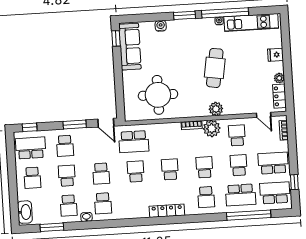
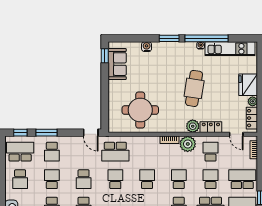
sofa: (130, 47) -> (117, 64), width x0.73
fridge: (275, 55) -> (248, 85), width x1.88, depth x1.34
locker: (236, 109) -> (211, 127), added
window: (75, 125) -> (46, 133), moved

